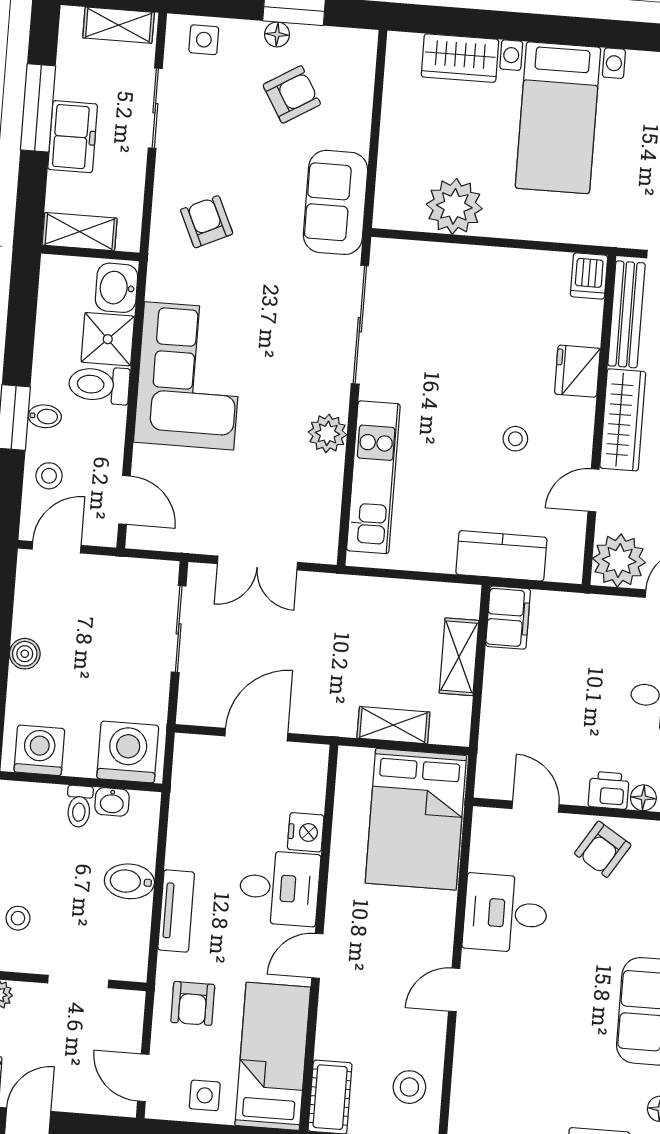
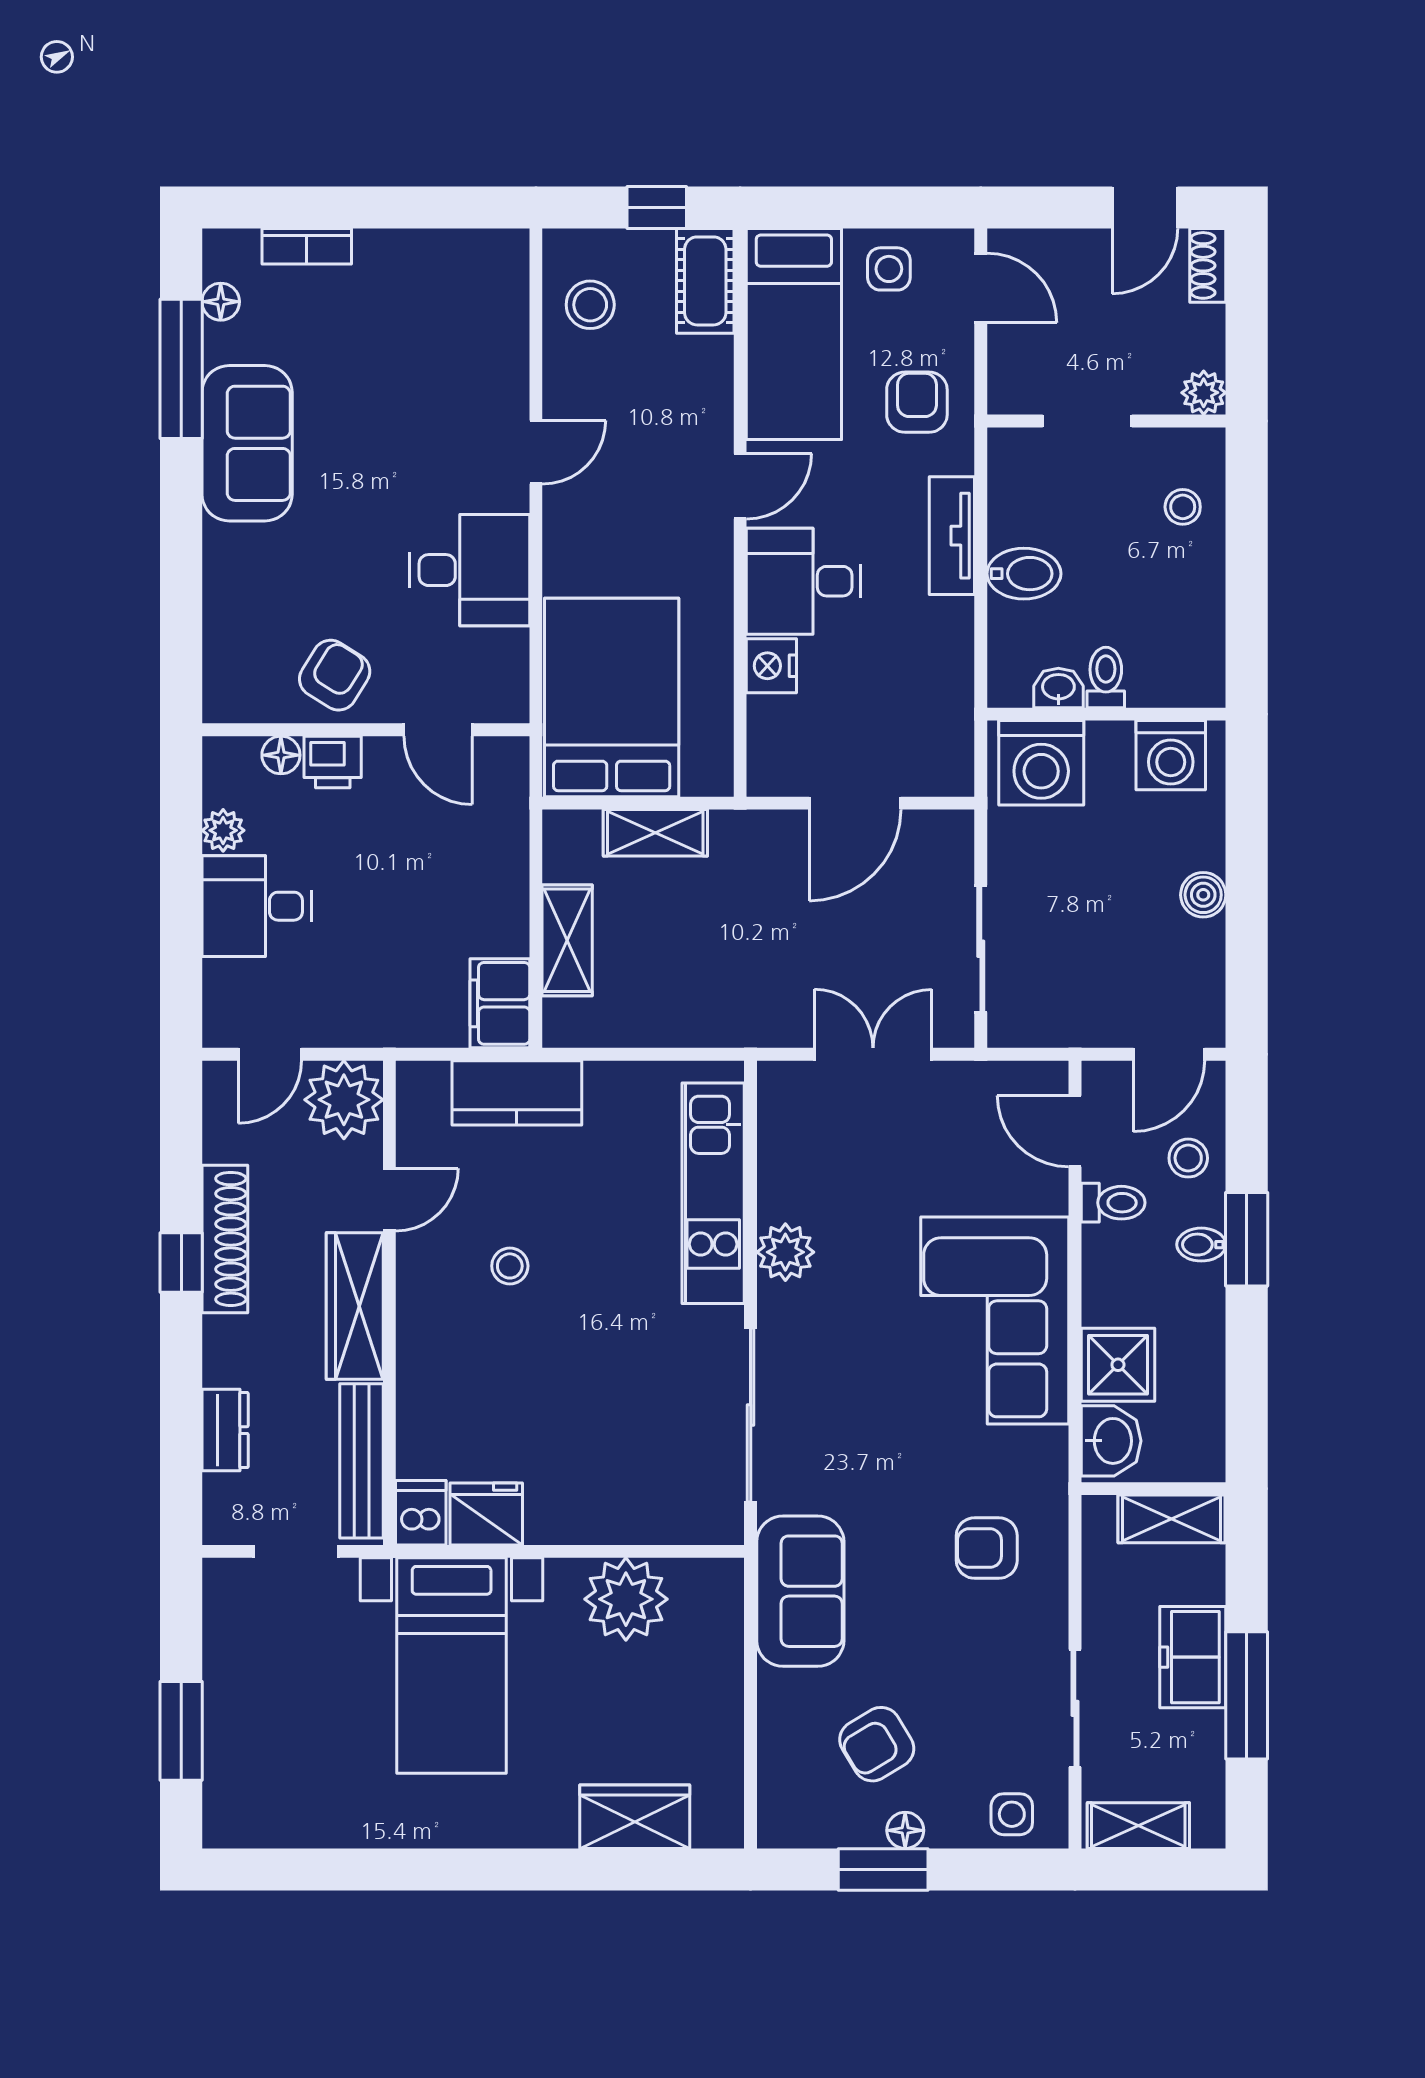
bed with nightstands: (558, 118) -> (452, 1666), moved, turned 180
armchair: (207, 222) -> (987, 1548), turned 115
fridge: (577, 371) -> (486, 1514), moved, turned -90
toilet: (99, 385) -> (1113, 1203), moved, width x0.73, depth x0.72

